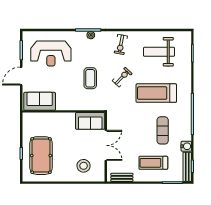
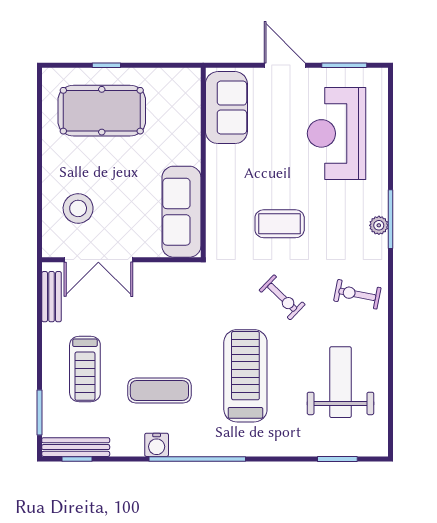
sofa: (90, 121) -> (181, 212), width x1.36
double door: (106, 145) -> (98, 260), moved
water cooler: (186, 146) -> (157, 445), moved
treadmill: (153, 163) -> (85, 369), turned 180

